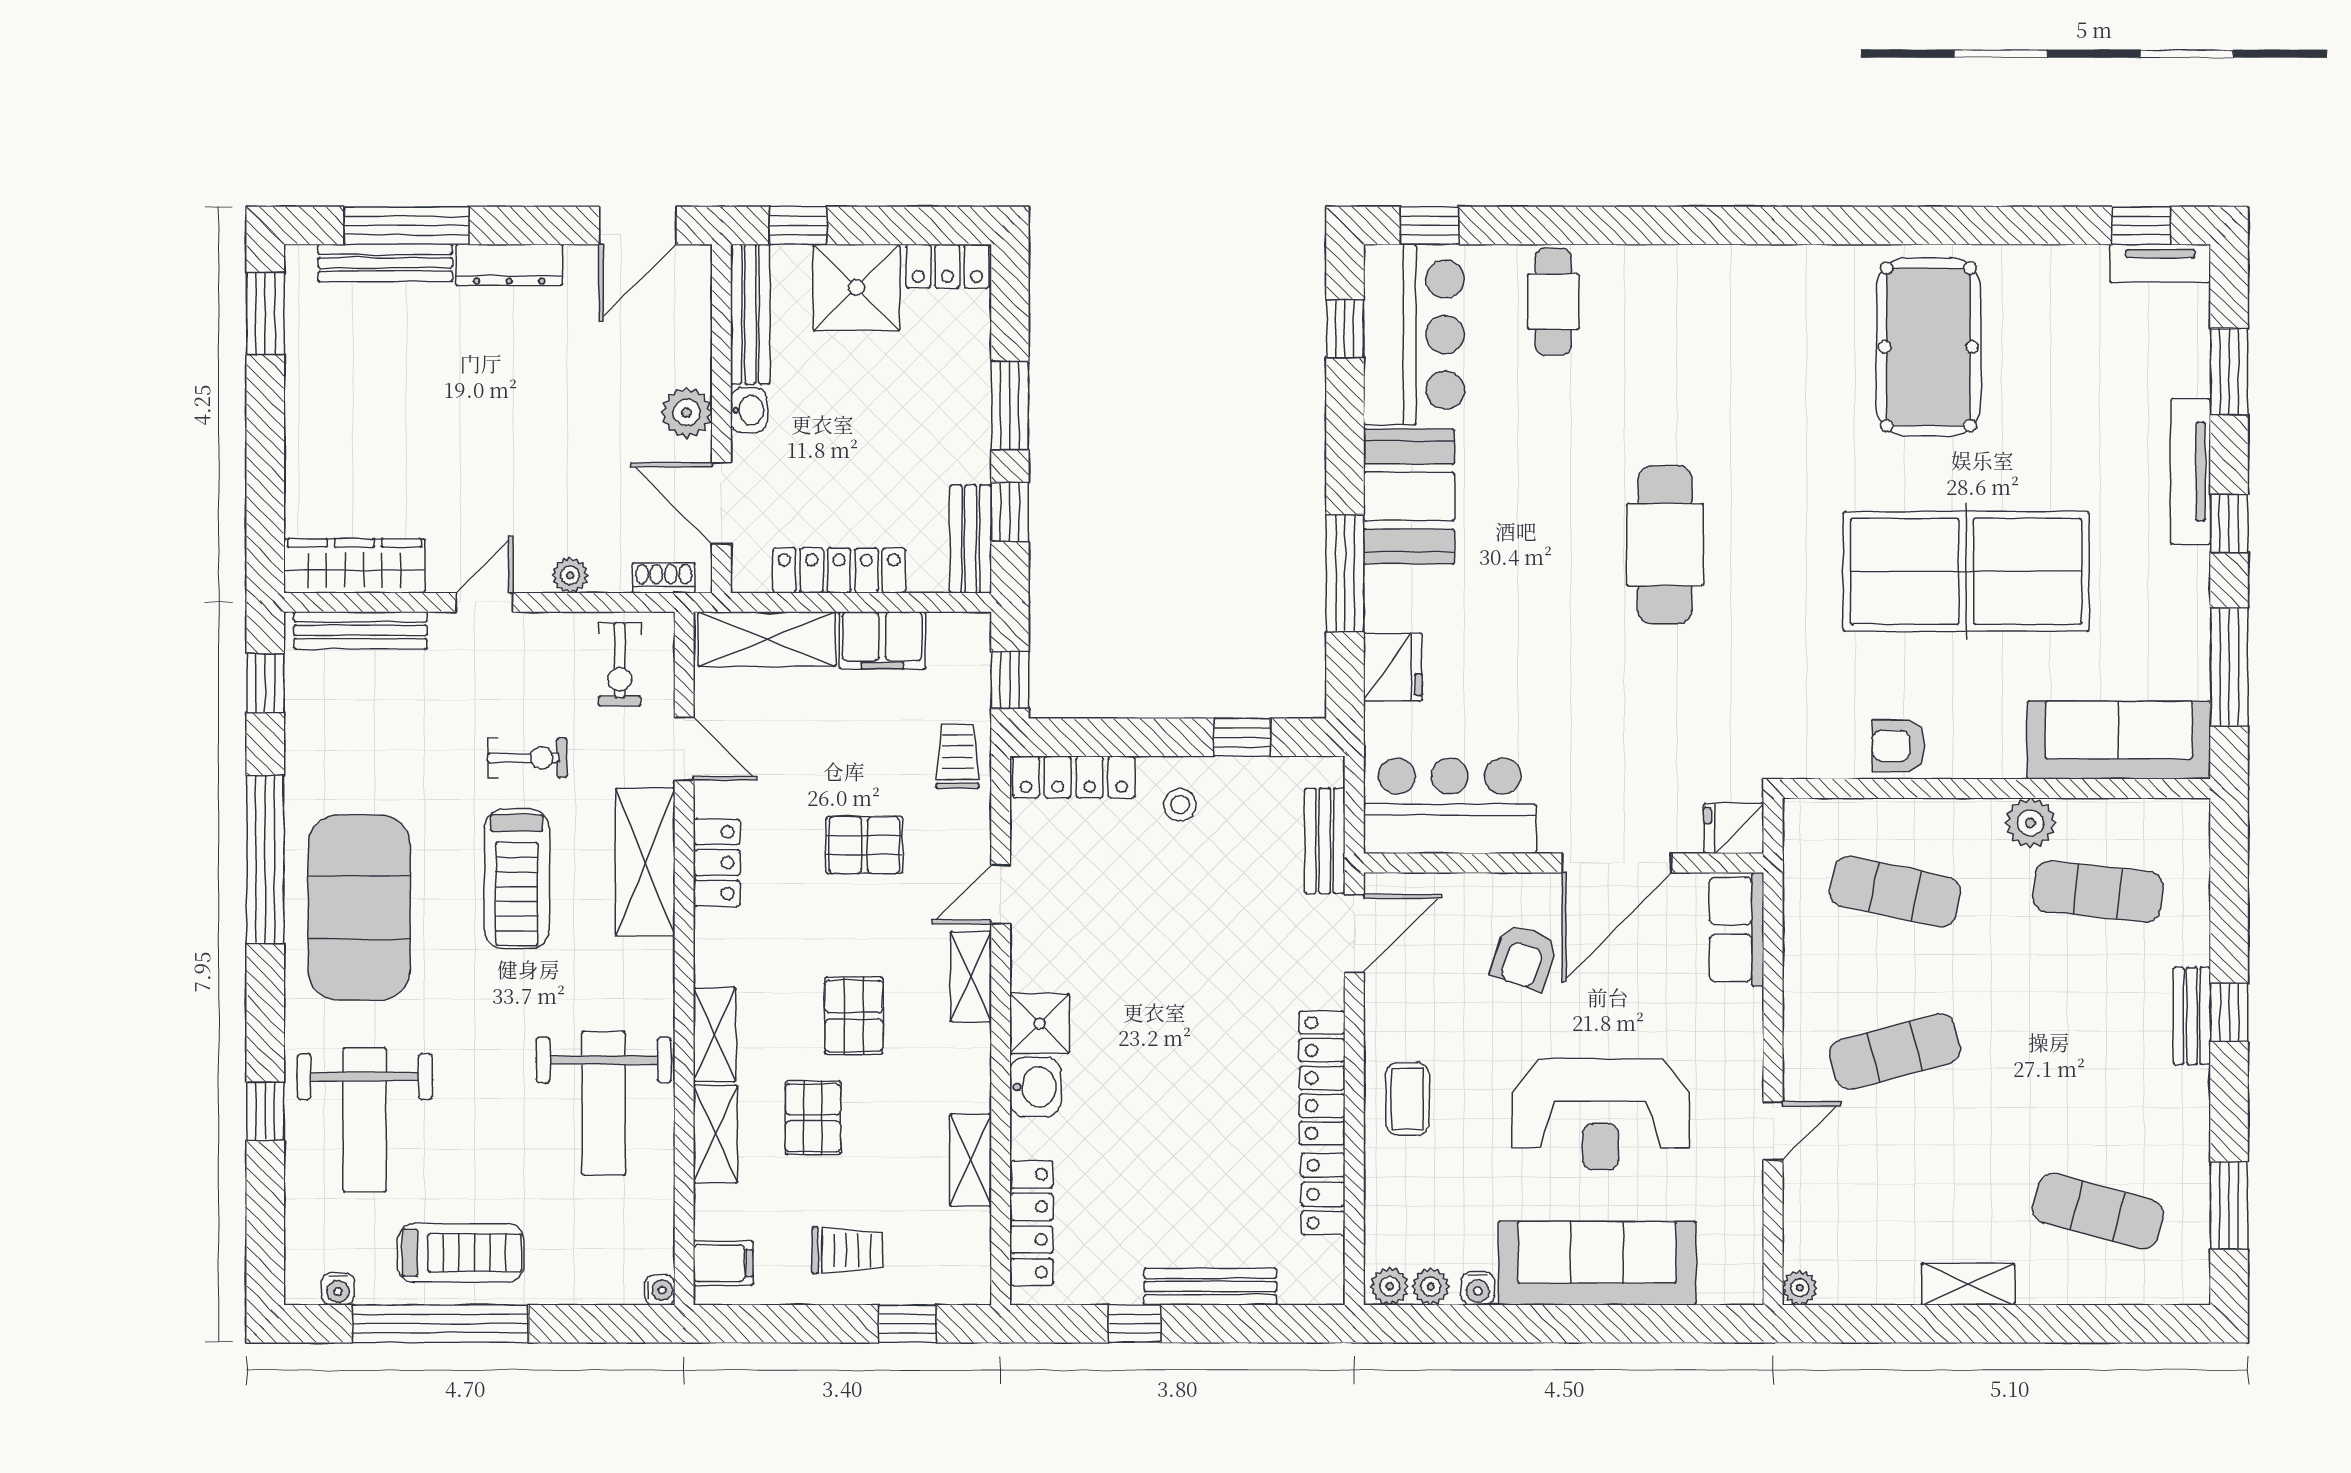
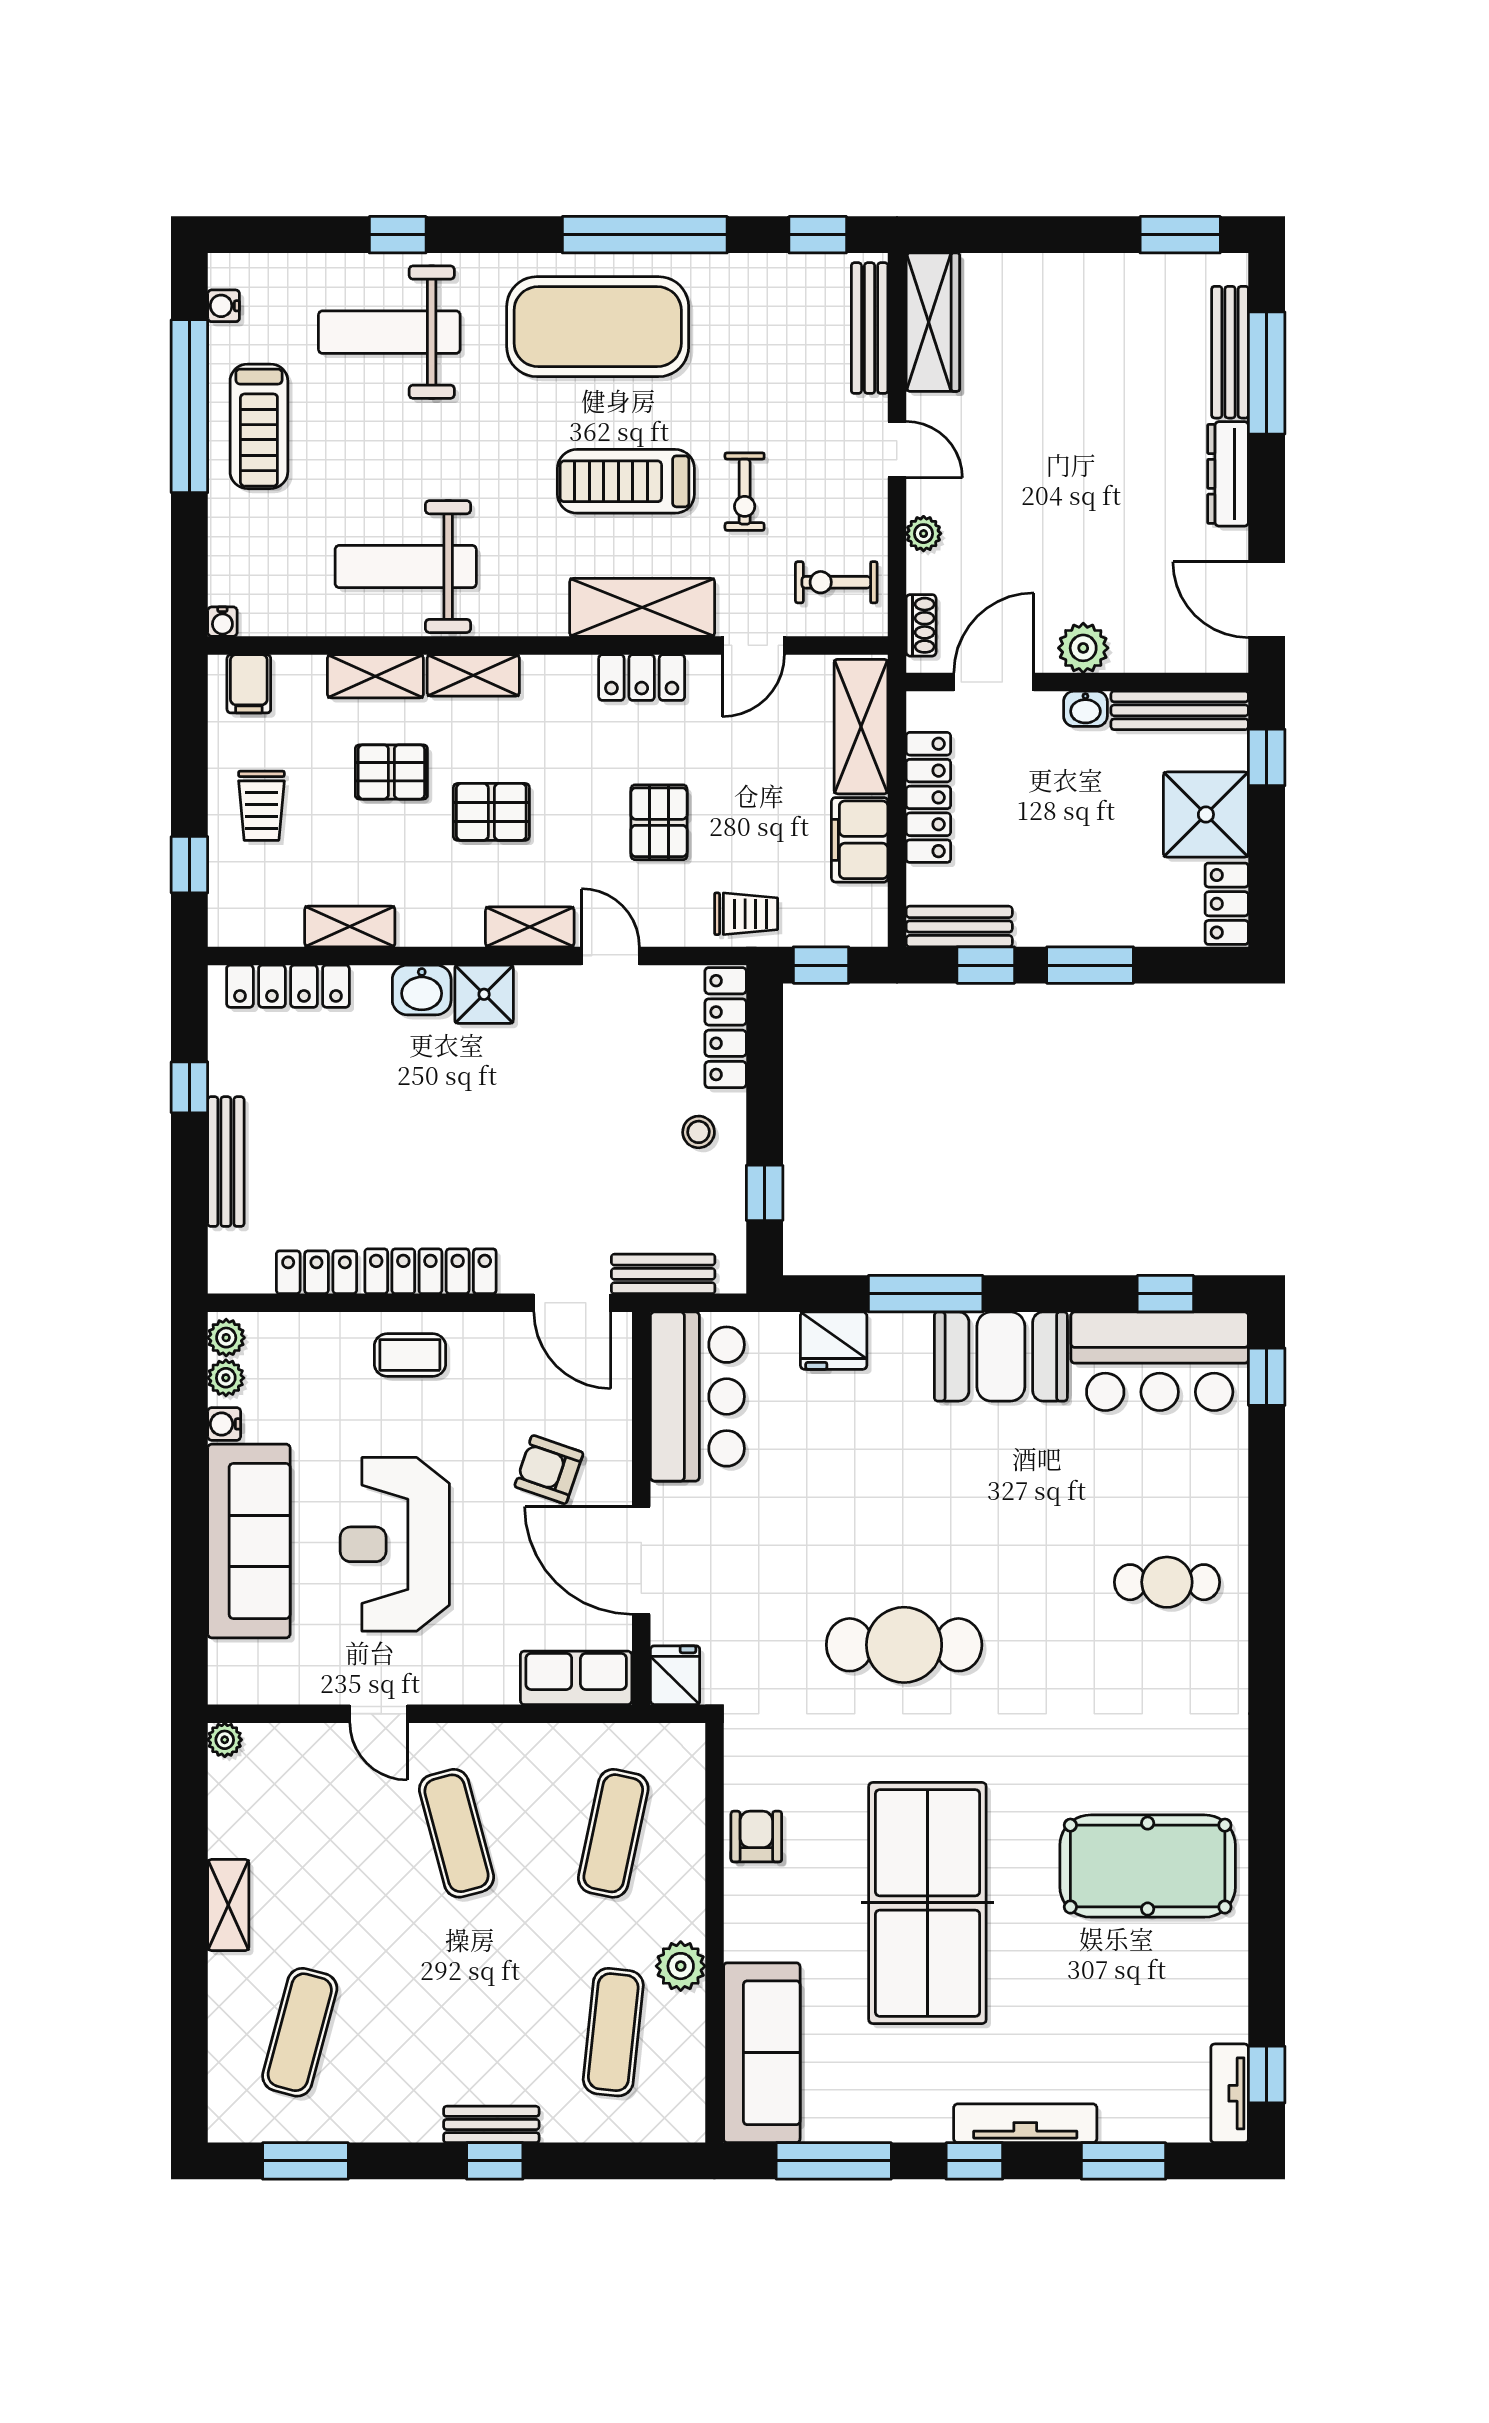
cafe table: (1553, 302) -> (1167, 1582), moved
cafe table: (1665, 545) -> (904, 1645), moved

